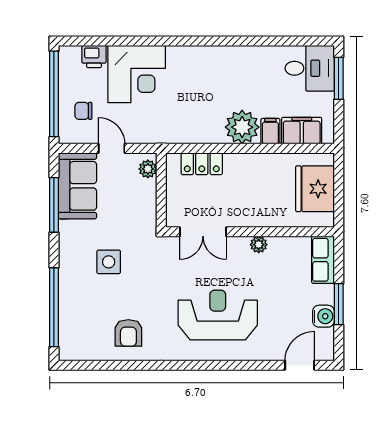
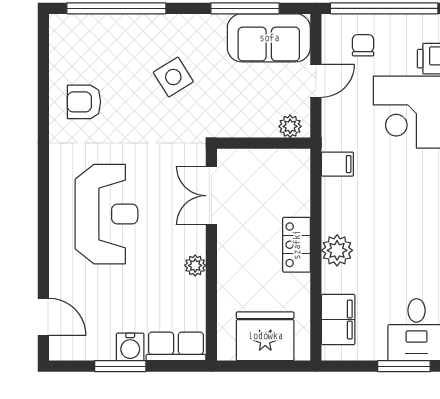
plant: (242, 127) -> (337, 250), width x0.73, depth x0.73
filing cabinet: (270, 131) -> (337, 164), moved
locker: (202, 164) -> (297, 245), moved
side table: (109, 262) -> (173, 77), turned -32
water cooler: (323, 316) -> (130, 347), moved

